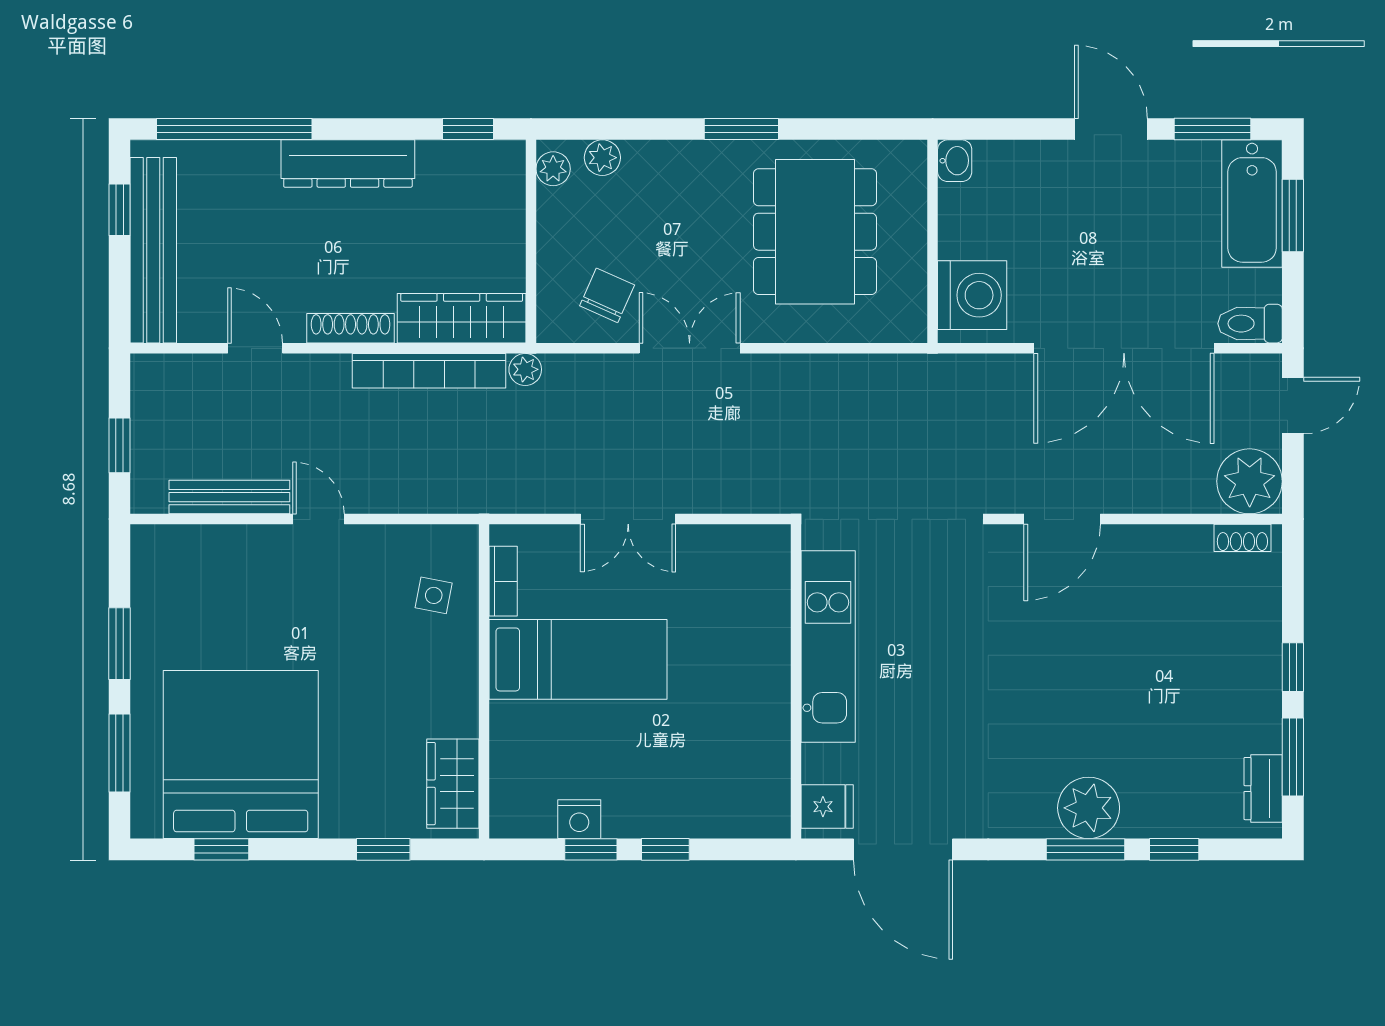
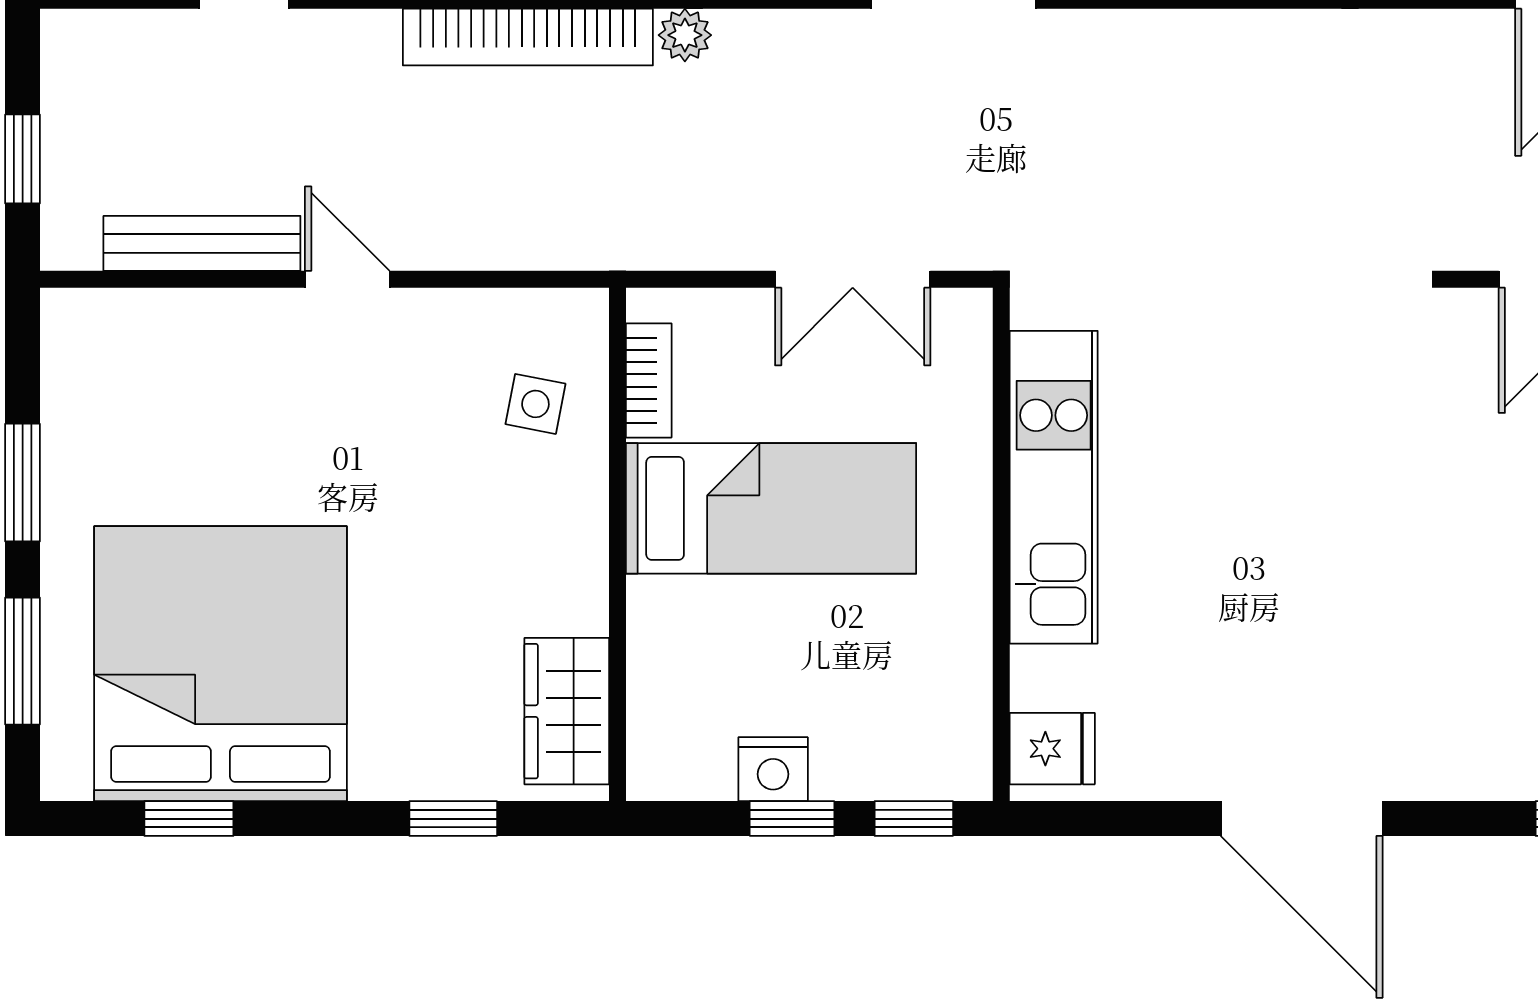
kitchen unit: (828, 646) -> (1054, 487), moved
wall: (796, 681) -> (1001, 544), moved
fridge: (827, 807) -> (1052, 749), moved

